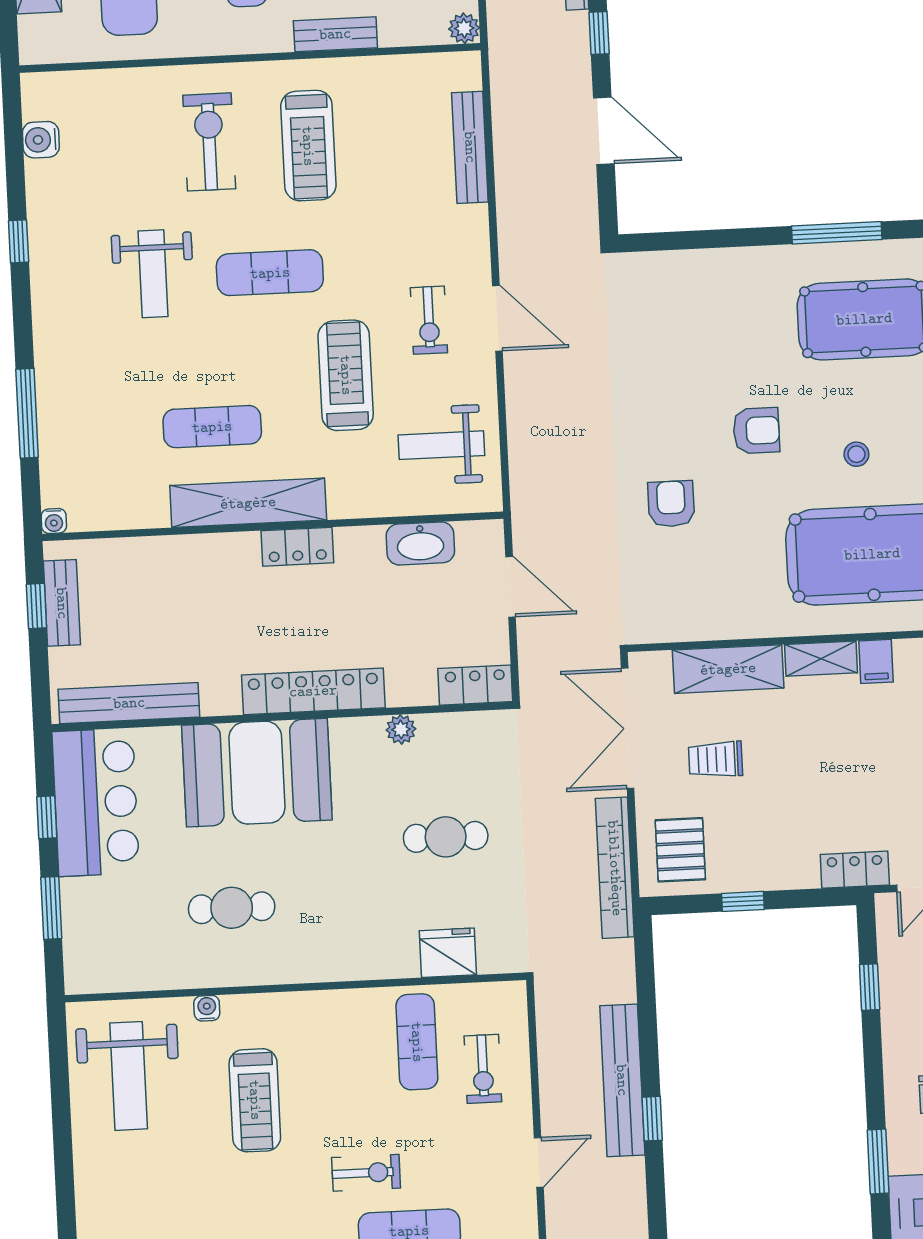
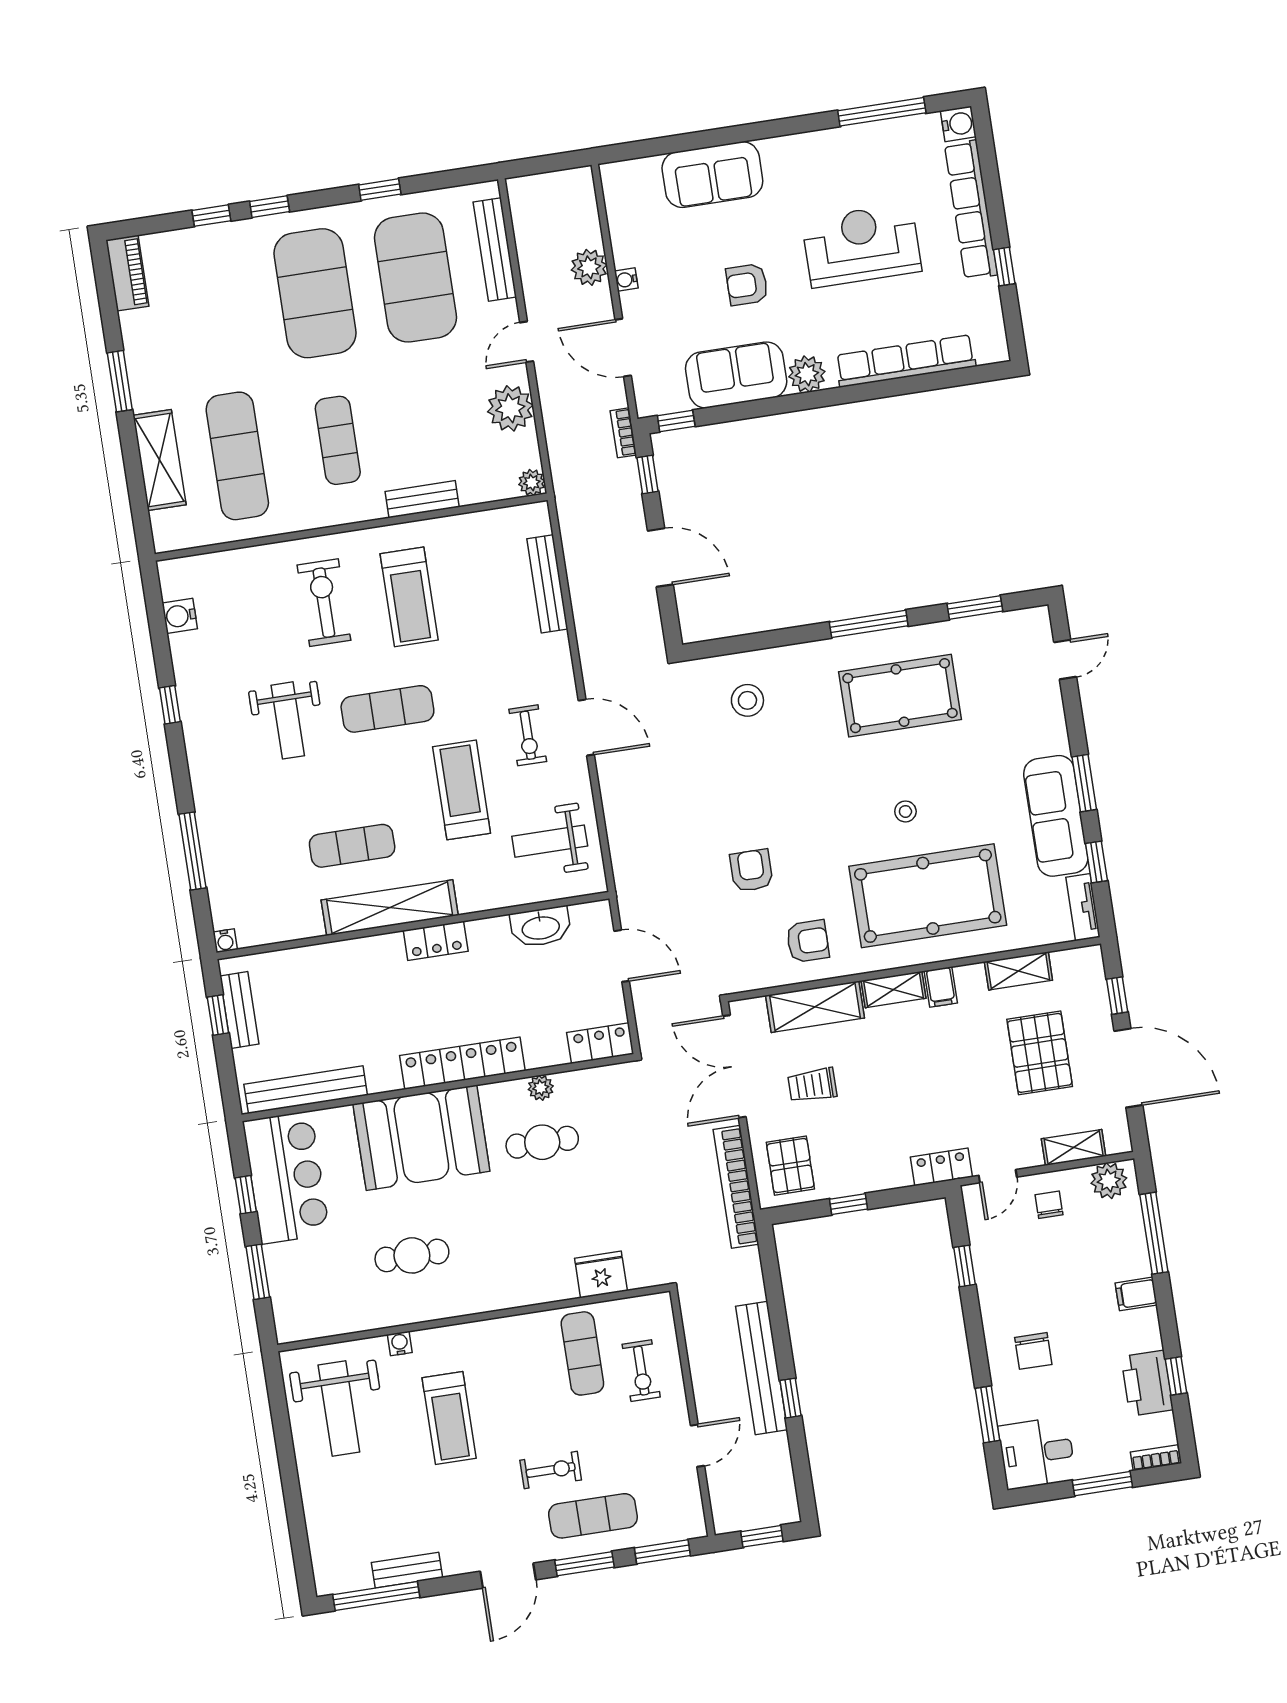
stool: (687, 306) -> (747, 700), added
armchair: (756, 431) -> (808, 941), moved
cafe table: (446, 837) -> (542, 1142), moved

